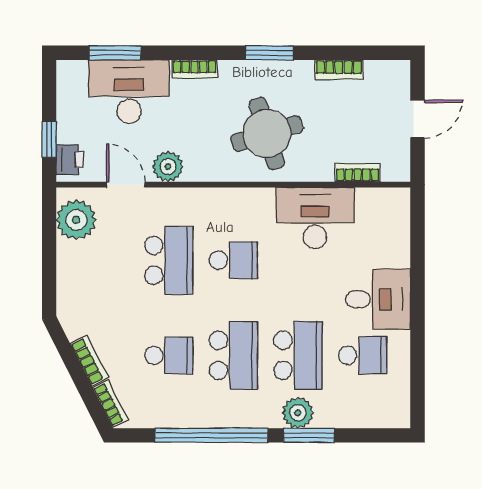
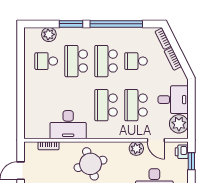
school desk: (233, 260) -> (106, 105), width x1.85
desk: (378, 299) -> (173, 100), moved, turned 180
plant: (298, 413) -> (49, 34), moved

